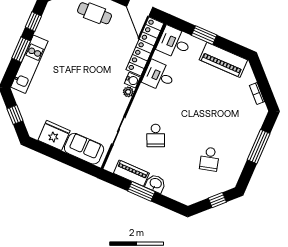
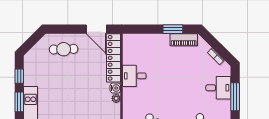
window: (204, 35) -> (173, 29), moved
desk: (174, 43) -> (218, 88), moved, turned 180
piano: (223, 60) -> (184, 40), width x0.73, depth x0.75

